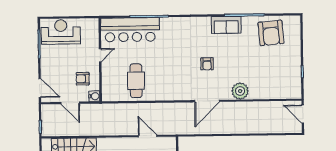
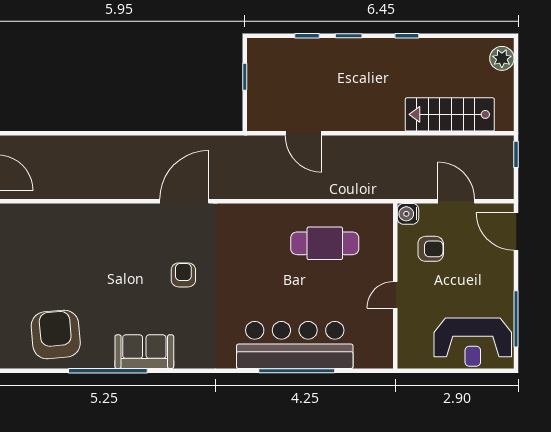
bar counter: (130, 30) -> (295, 345), moved
cafe table: (136, 81) -> (325, 243), turned 90
plant: (240, 91) -> (119, 220), removed

